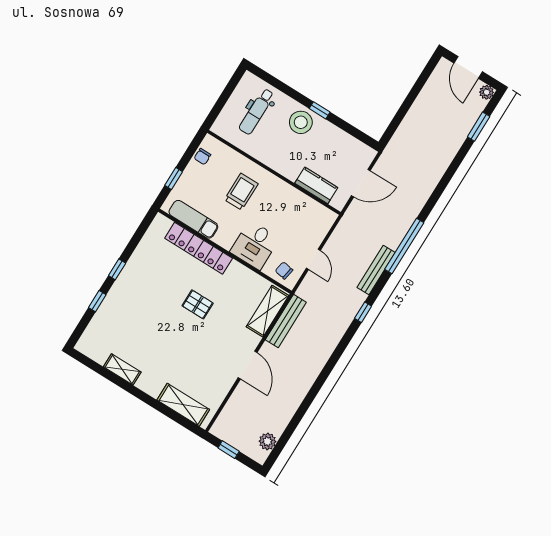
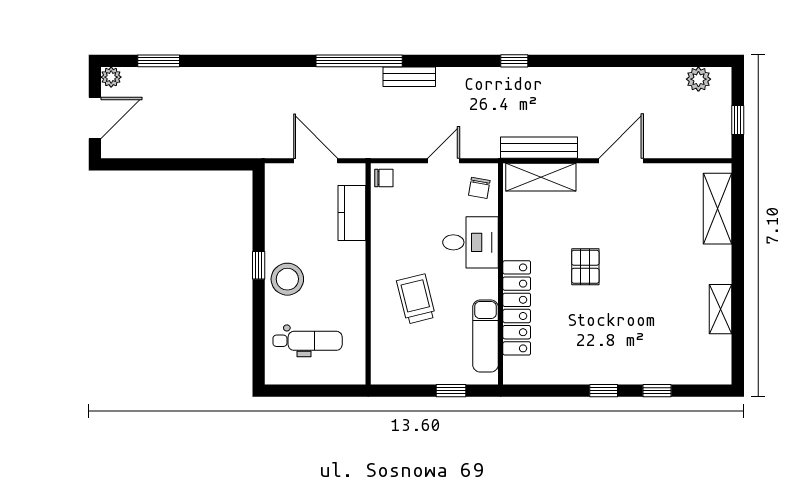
chair: (202, 157) -> (384, 178), moved
trolley: (241, 192) -> (416, 299), turned 76
bench: (376, 270) -> (409, 77), width x0.73
window: (363, 312) -> (514, 61), moved

